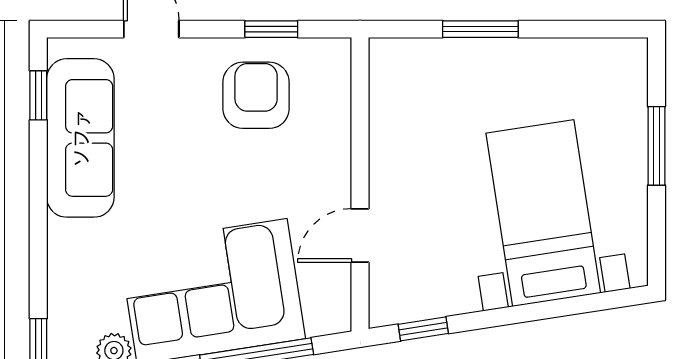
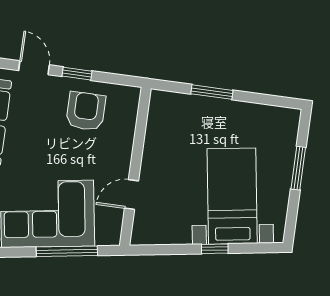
window: (271, 29) -> (77, 74), moved
window: (423, 329) -> (215, 249), moved

